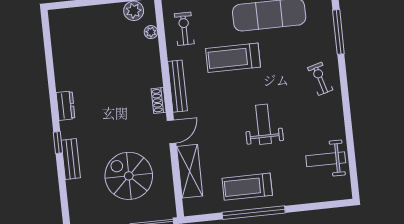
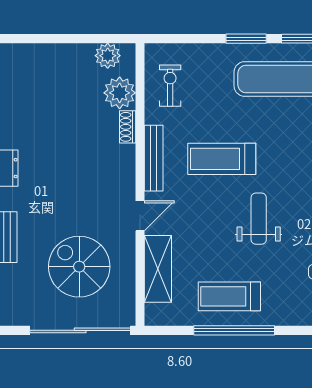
plant: (151, 32) -> (120, 93), width x1.88, depth x1.88
treadmill: (233, 58) -> (222, 159), moved
shoe rack: (159, 100) -> (128, 127), moved

